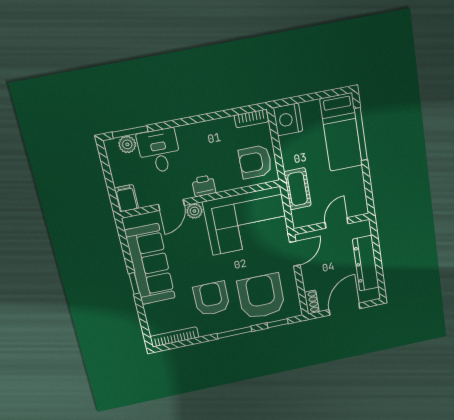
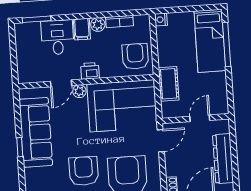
bookcase: (251, 118) -> (119, 21), moved
nightstand: (288, 119) -> (161, 20), width x0.53, depth x0.56
plant: (127, 144) -> (98, 25), moved
armchair: (255, 162) -> (135, 56), turned 90
filing cabinet: (126, 198) -> (82, 29), moved, turned 180

